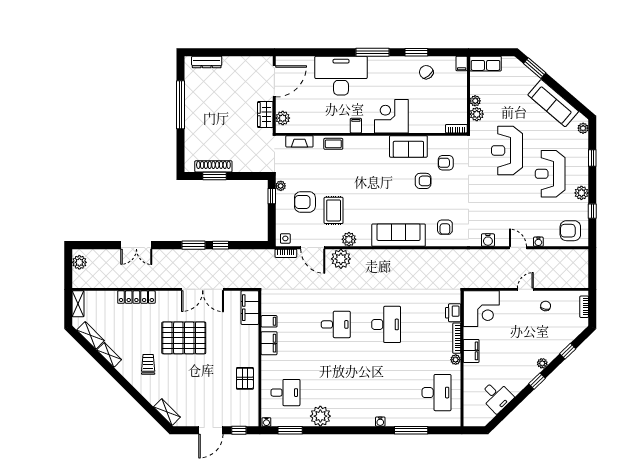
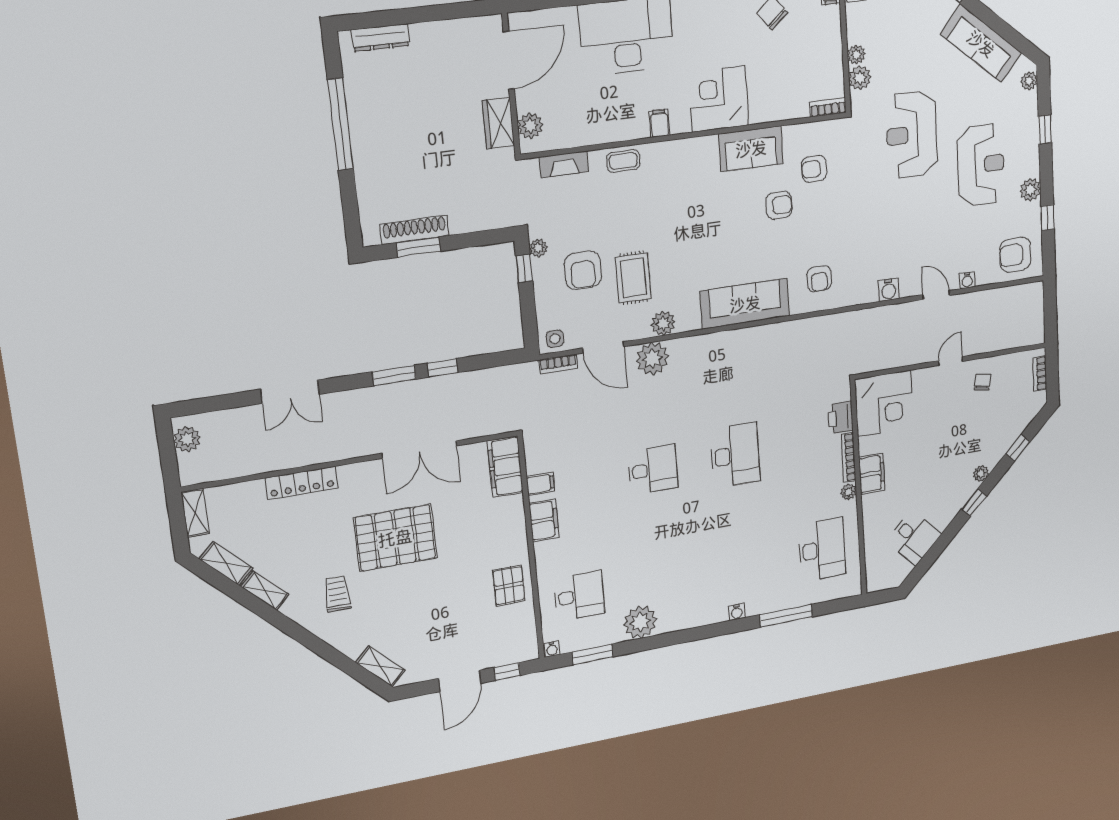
reception desk: (550, 174) -> (981, 165), turned 180
armchair: (305, 202) -> (583, 270), turned -90

